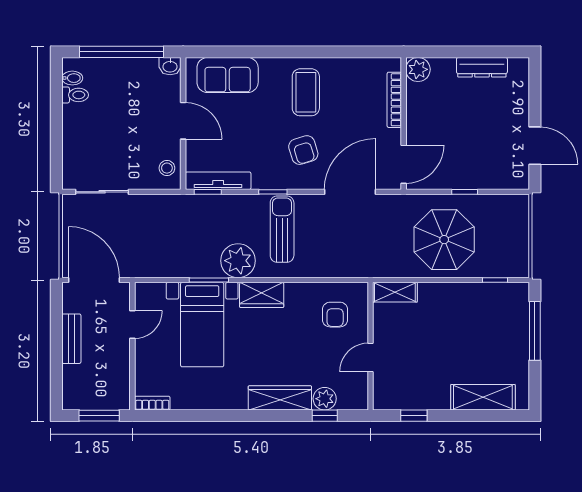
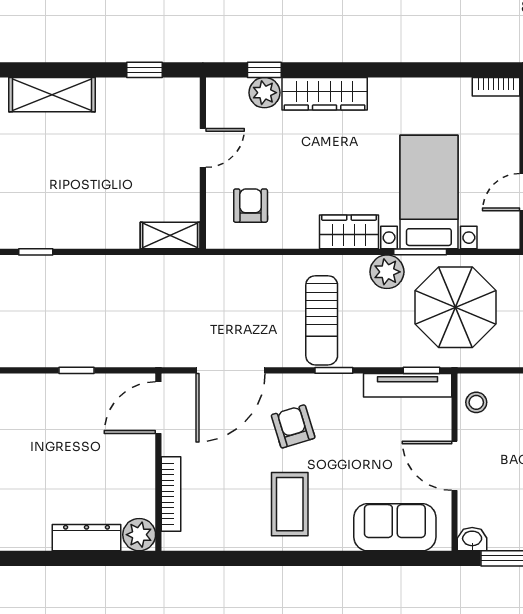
dresser: (482, 67) -> (87, 538), moved
parasol: (444, 240) -> (456, 307), moved
plant: (238, 261) -> (387, 272), width x0.73, depth x0.73

